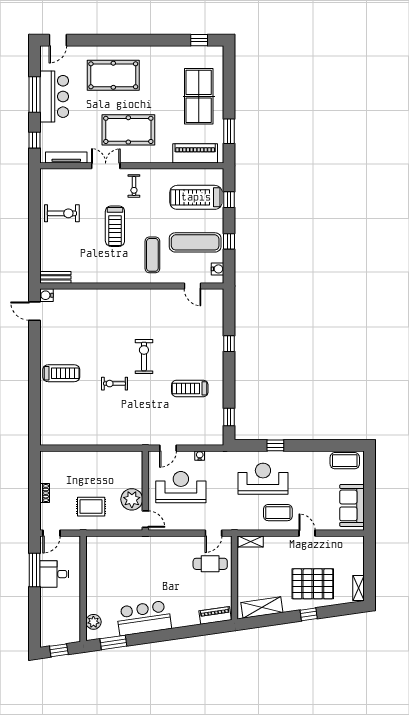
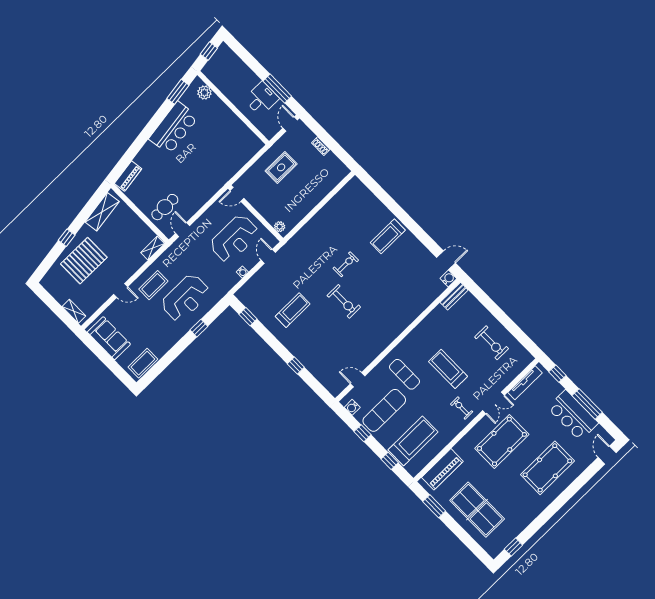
exercise bike: (62, 213) -> (492, 343), turned -90
plant: (132, 499) -> (280, 227), moved, width x0.53, depth x0.53
shelving: (358, 588) -> (74, 311), moved

